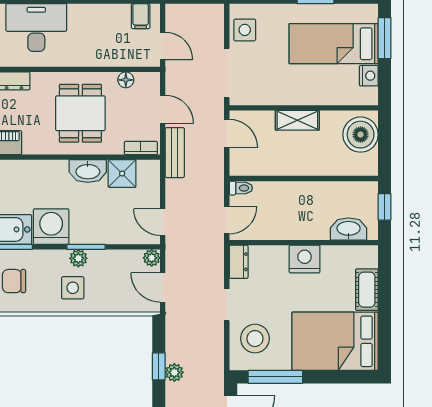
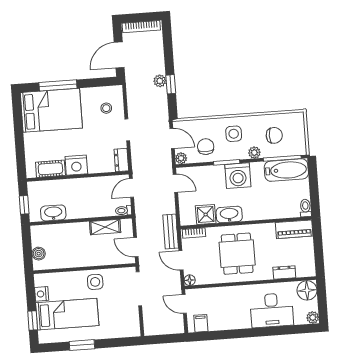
side table: (245, 30) -> (95, 282), moved
window: (385, 38) -> (33, 321), width x0.67
floor lamp: (126, 80) -> (190, 280), moved
shelving: (297, 120) -> (105, 227), moved
boiler: (361, 135) -> (39, 254), width x0.54, depth x0.54
washing machine: (51, 227) -> (238, 176), moved
washbasin: (349, 229) -> (53, 213), moved, turned 180
plant: (78, 258) -> (254, 153), moved
chair: (115, 272) -> (206, 147), added
cot: (367, 290) -> (50, 169), moved, turned 90
stool: (255, 339) -> (106, 108), width x0.53, depth x0.53
window: (275, 377) -> (58, 85), moved

